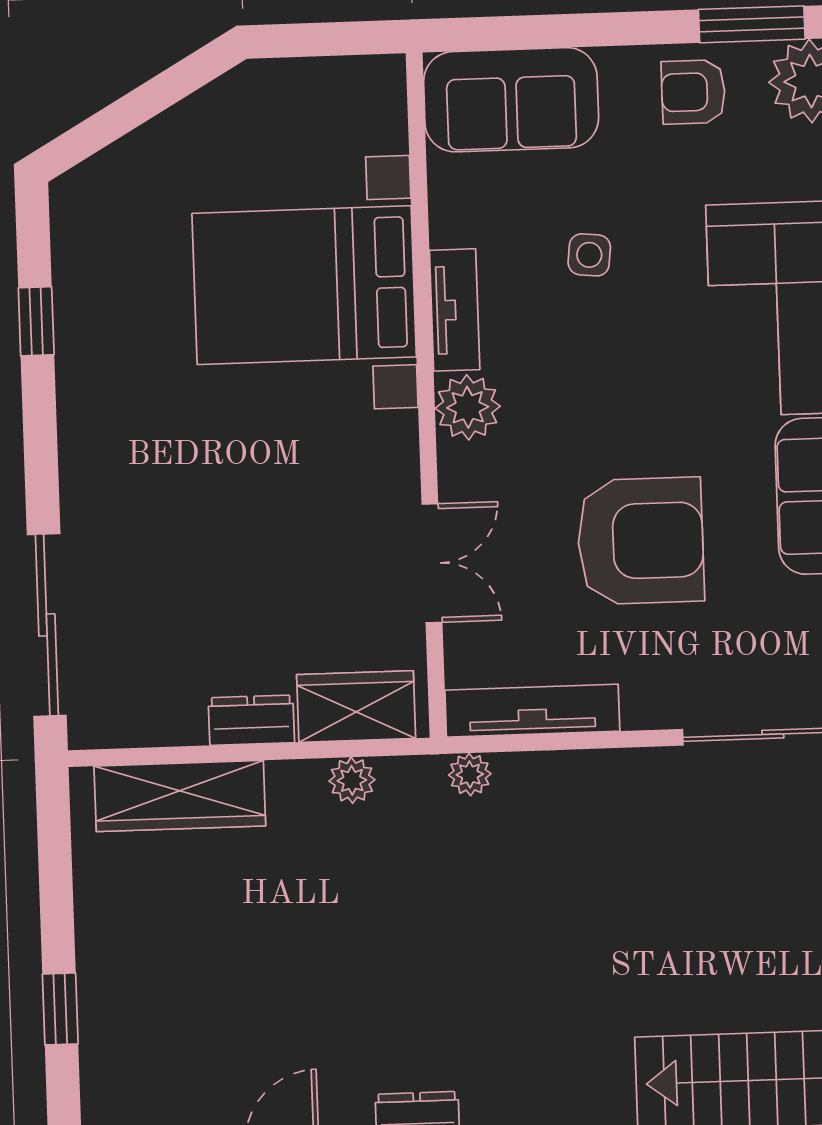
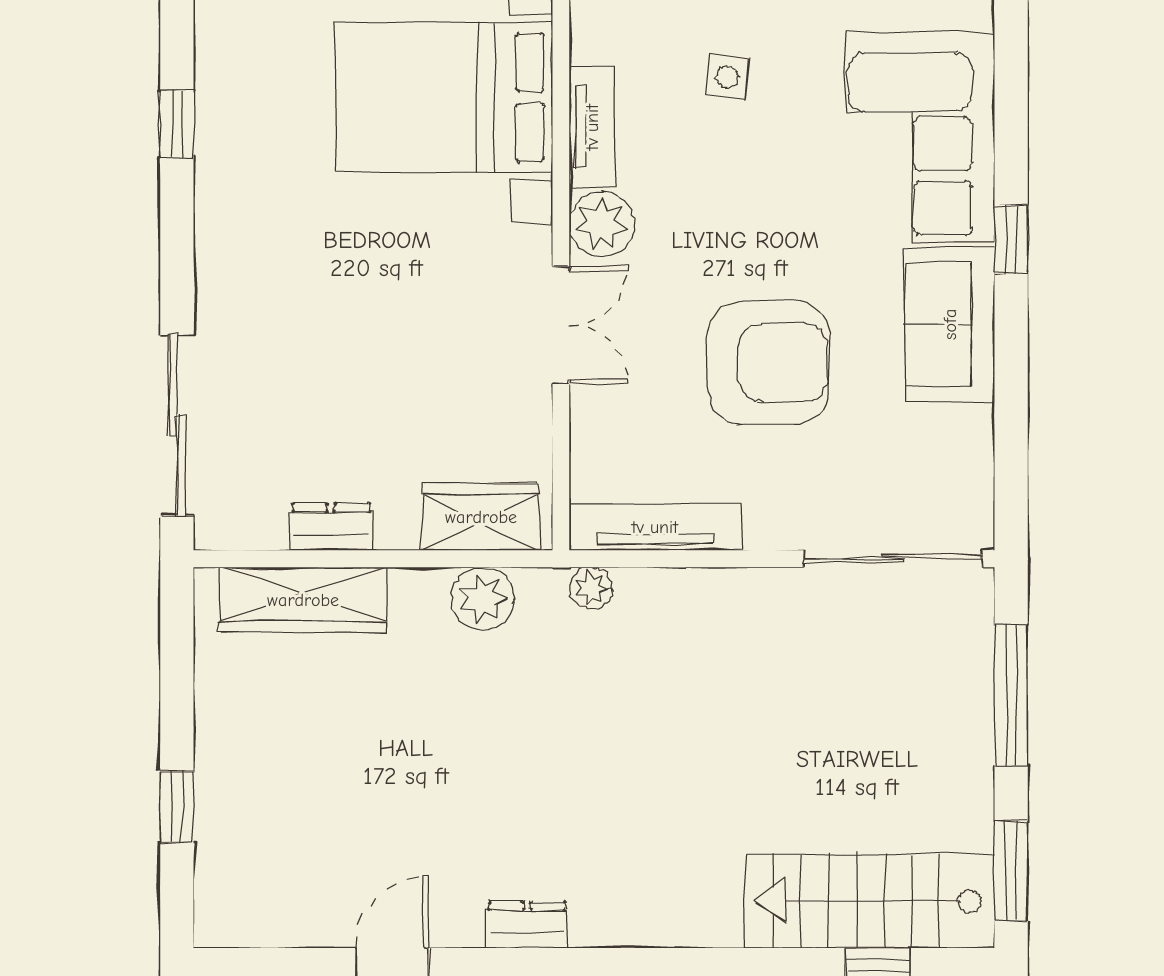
double door: (432, 563) -> (561, 325), moved
dresser: (251, 720) -> (331, 527), moved
plant: (352, 780) -> (483, 599), width x1.38, depth x1.38

